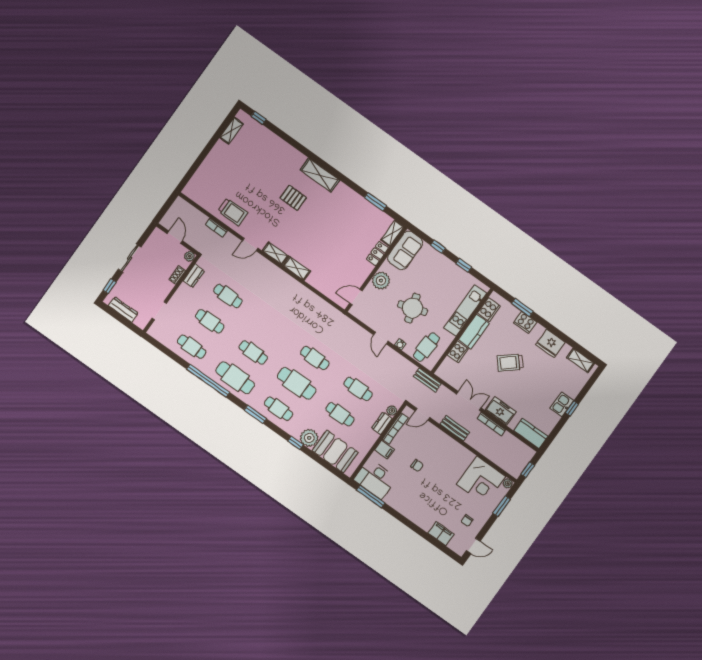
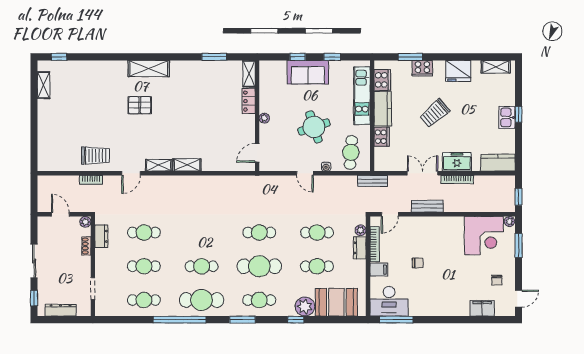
sofa: (405, 250) -> (308, 72), moved, turned 90
plant: (381, 281) -> (264, 118), width x0.53, depth x0.53

